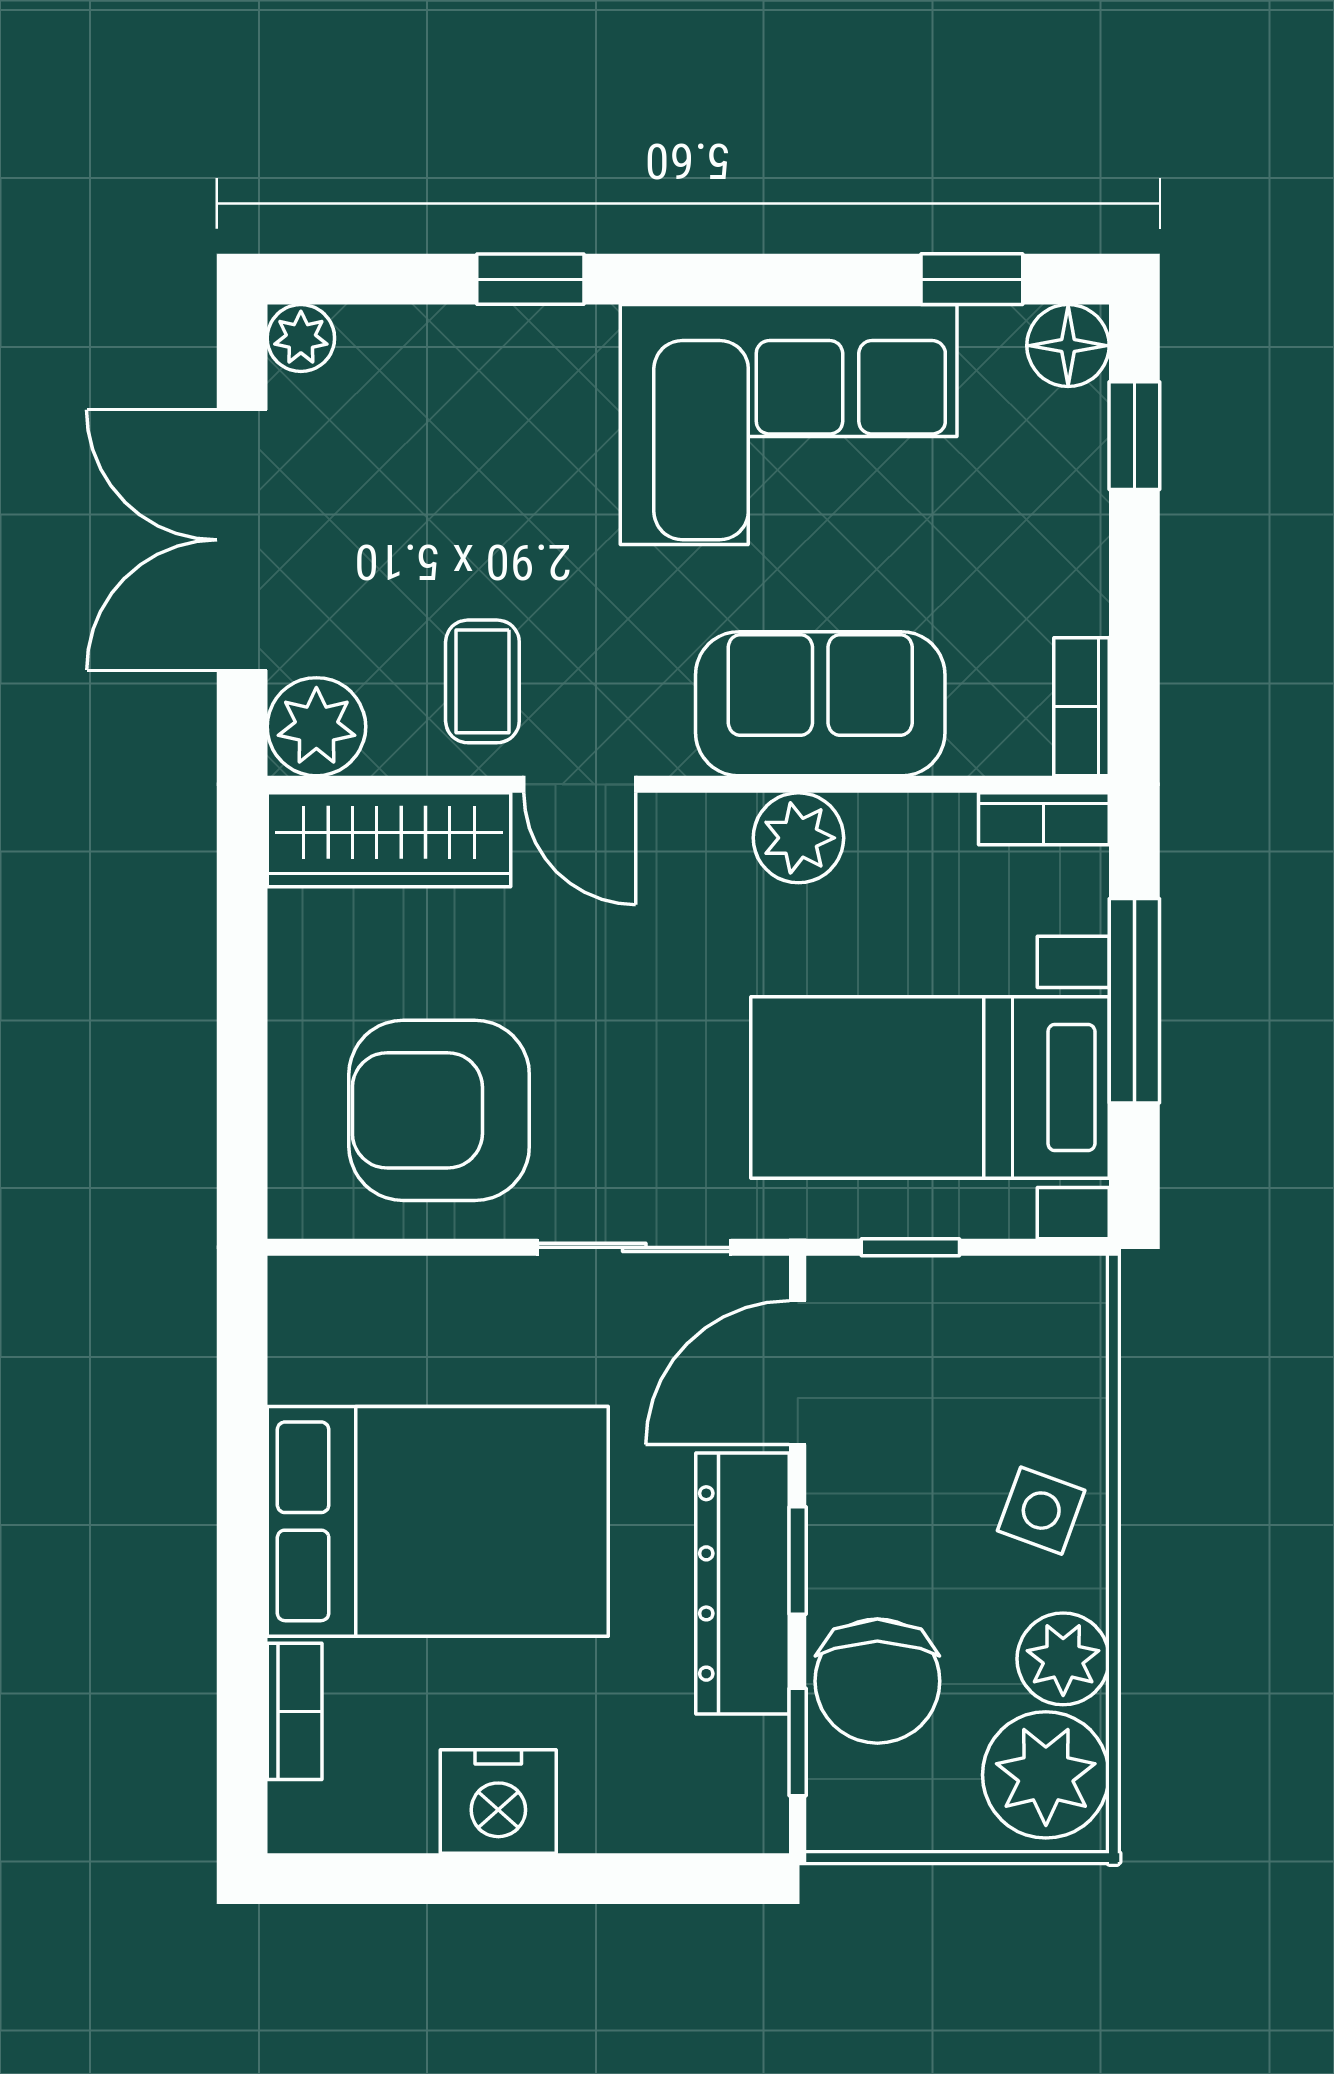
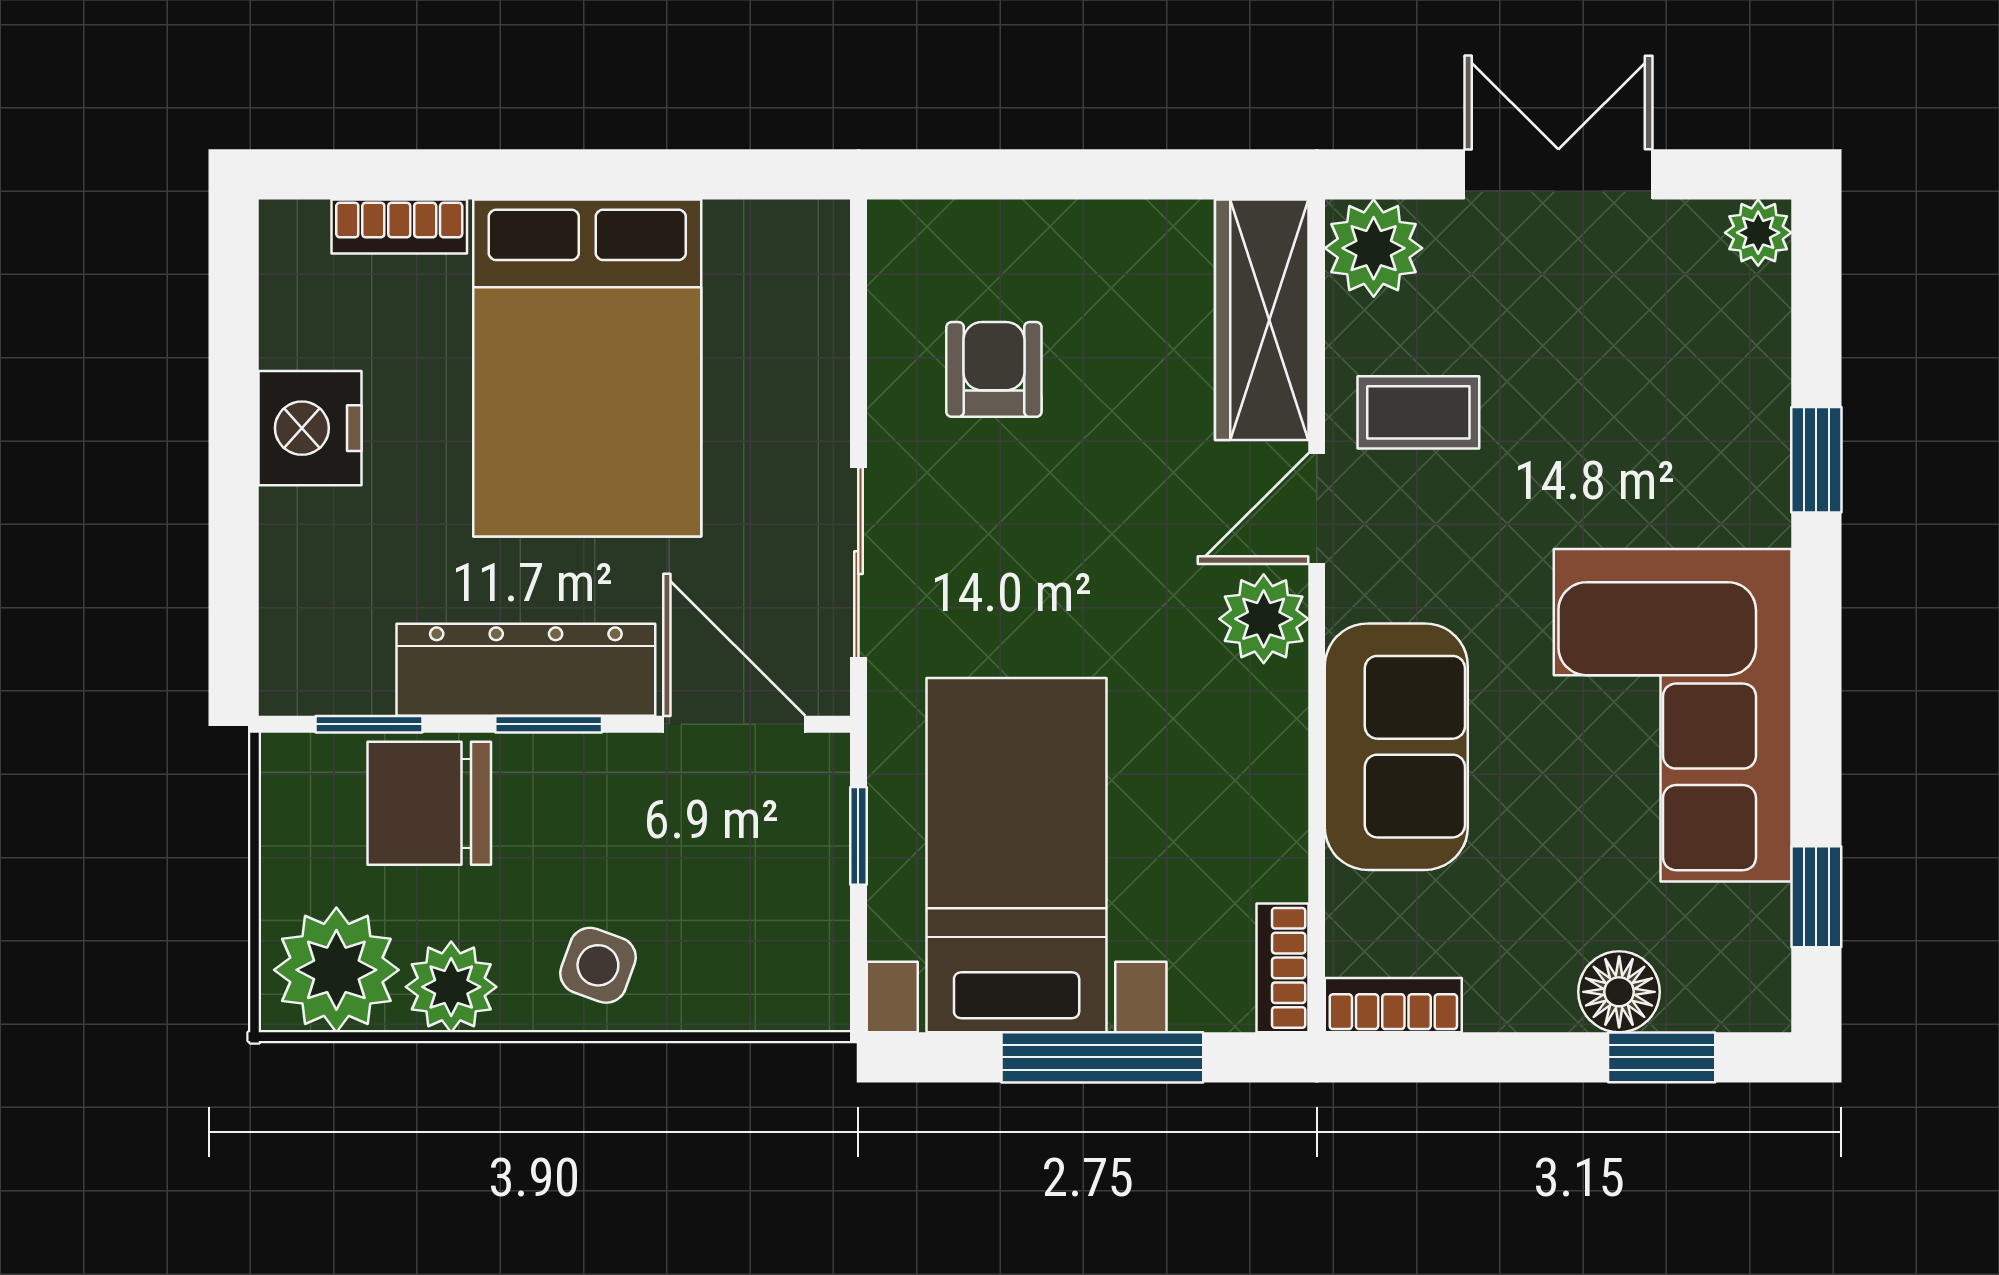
floor lamp: (1068, 346) -> (1619, 992), moved
double door: (242, 540) -> (1558, 174), width x0.73
plant: (798, 838) -> (1264, 619), moved
armchair: (439, 1110) -> (994, 369), width x0.53, depth x0.53

